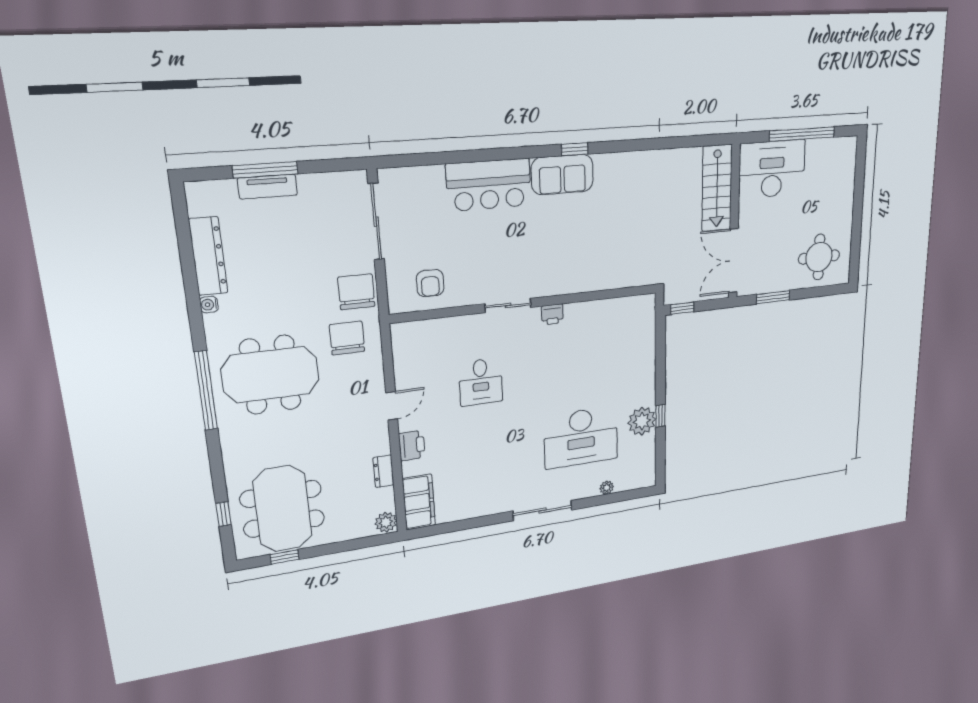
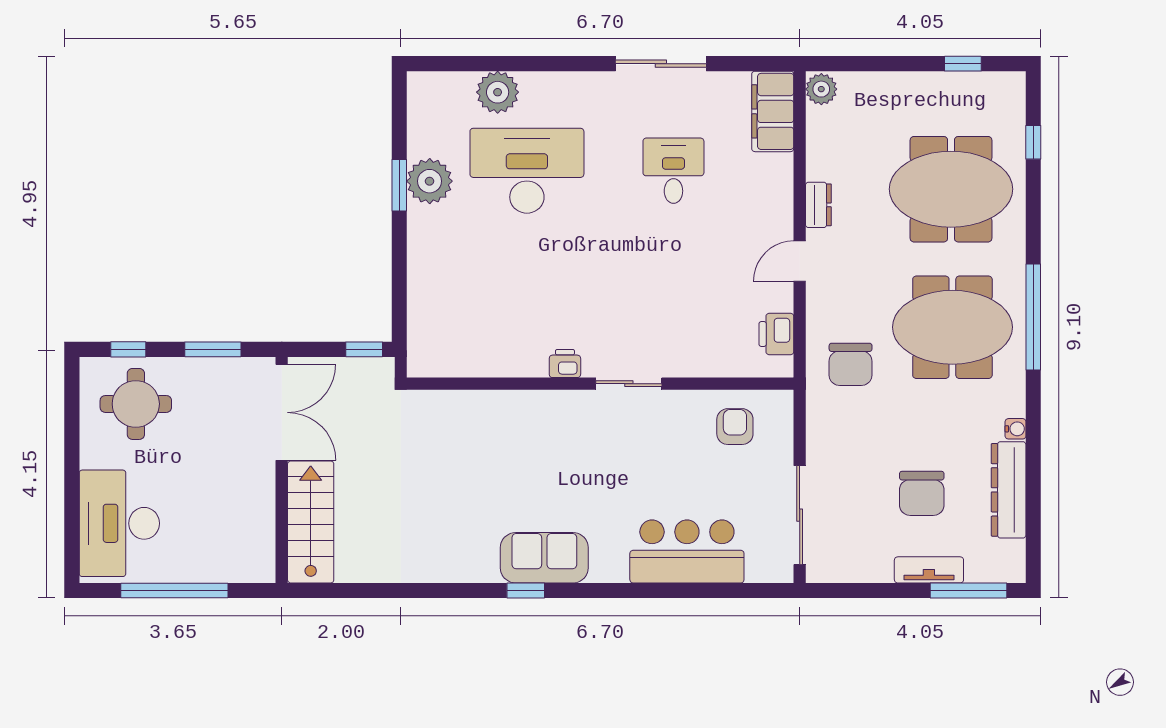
desk: (772, 169) -> (119, 523), moved, turned 90
window: (265, 170) -> (969, 591), moved
bar counter: (489, 185) -> (687, 551), moved
window: (822, 291) -> (128, 349), added
chair: (356, 292) -> (922, 493), moved
desk: (481, 382) -> (673, 171), moved
window: (660, 416) -> (399, 185), width x1.50
printer: (412, 446) -> (776, 334), moved
dresser: (383, 471) -> (818, 205), moved
plant: (607, 488) -> (498, 92), width x1.88, depth x1.88
meeting table: (283, 509) -> (951, 189), moved, turned 90
sliding door: (542, 510) -> (661, 64), moved

